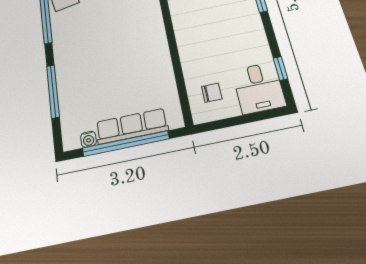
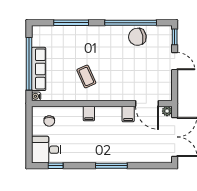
filing cabinet: (187, 37) -> (89, 113), added
coffee table: (132, 53) -> (86, 76), added
water cooler: (88, 139) -> (36, 96), moved

